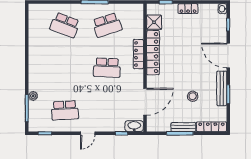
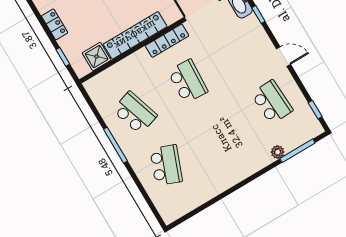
locker: (138, 54) -> (167, 41), moved

